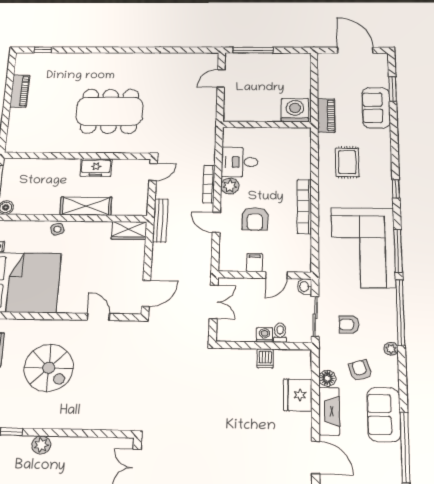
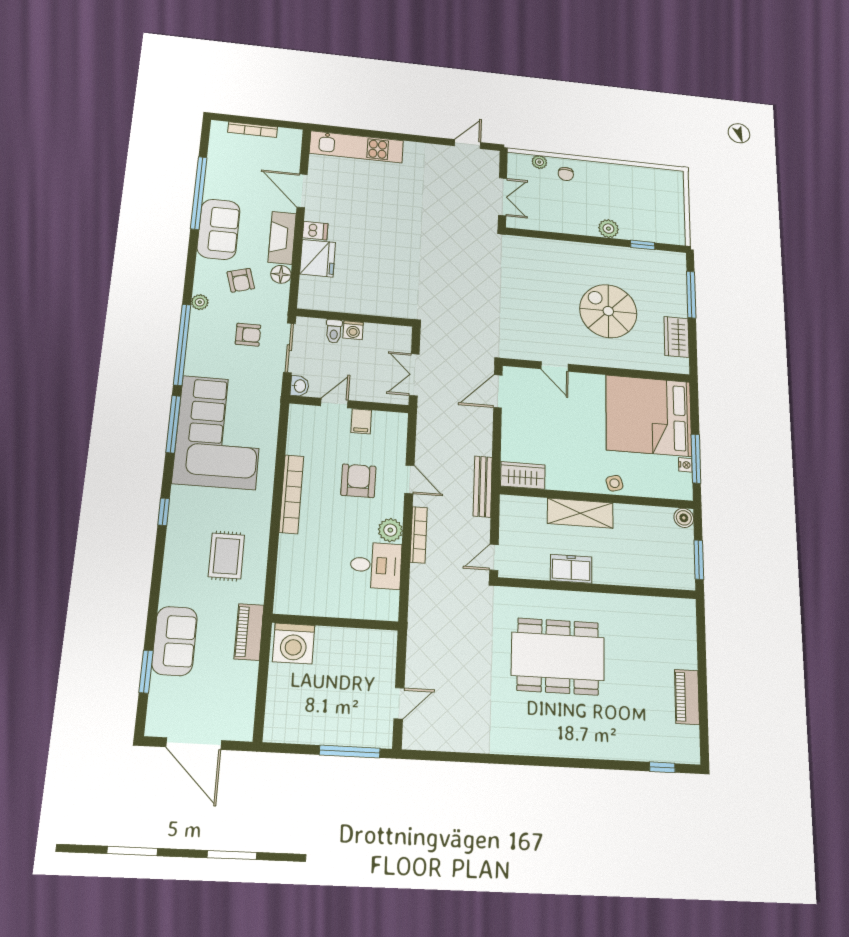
dishwasher: (265, 358) -> (315, 231), moved, turned 90

